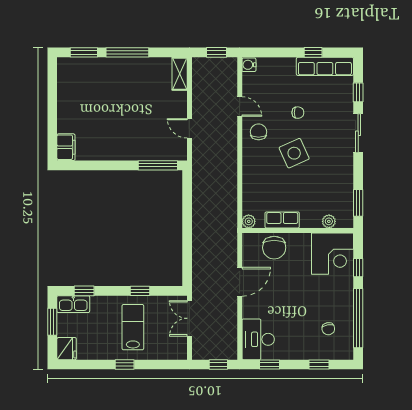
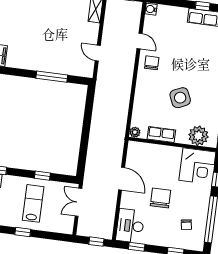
chair: (298, 113) -> (185, 52), removed
side table: (294, 153) -> (180, 98), moved
window: (158, 165) -> (52, 77), moved
plant: (329, 221) -> (198, 136), width x1.88, depth x1.88
chair: (274, 248) -> (160, 198), moved, turned 180
door: (240, 282) -> (122, 179), hinge flipped

